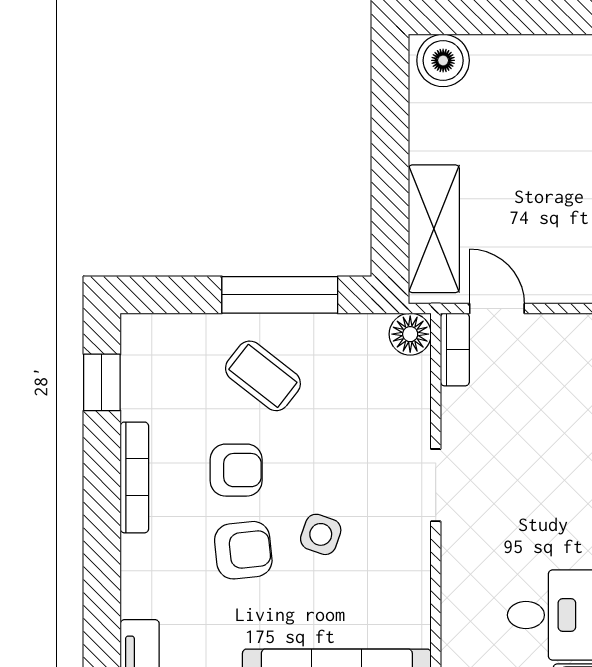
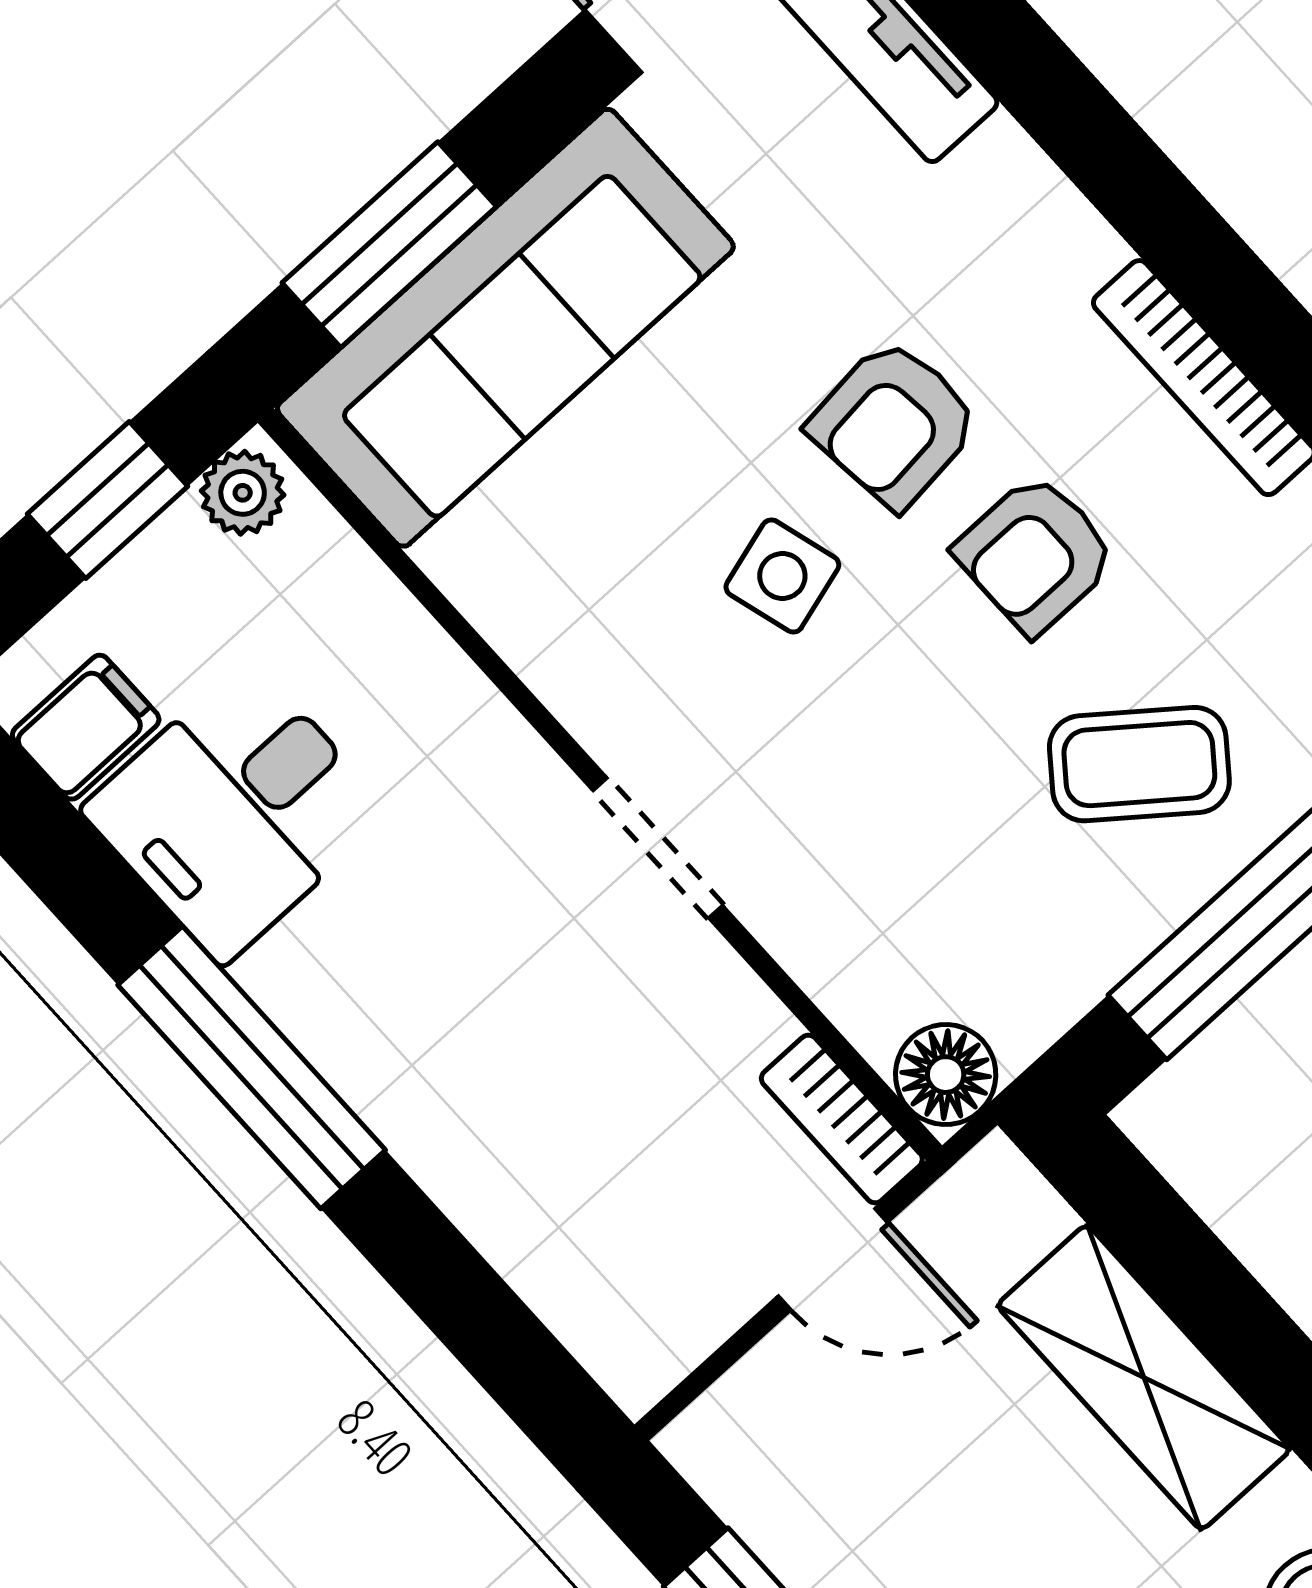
shelving: (434, 229) -> (1144, 1377), moved
side table: (321, 534) -> (782, 576), turned -35

